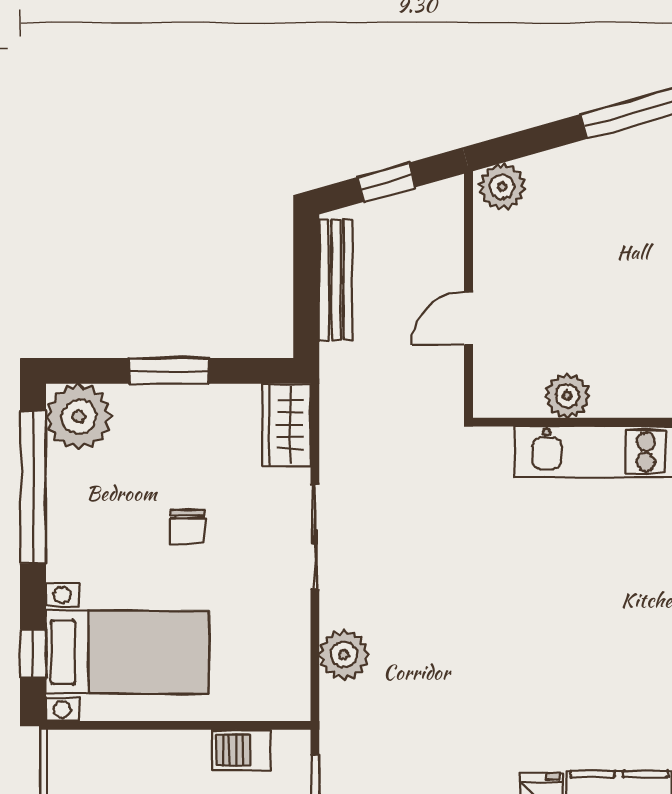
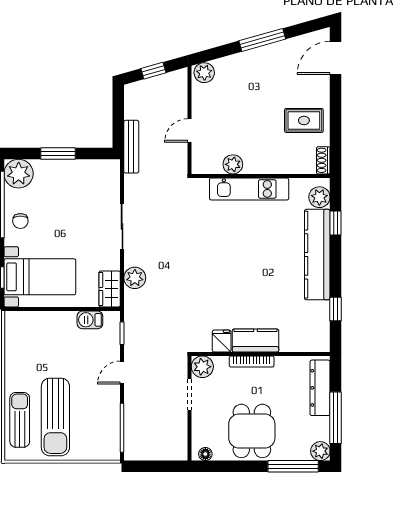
bench: (336, 280) -> (131, 147), moved
wardrobe: (287, 425) -> (110, 289), moved
chair: (187, 527) -> (20, 221), moved

